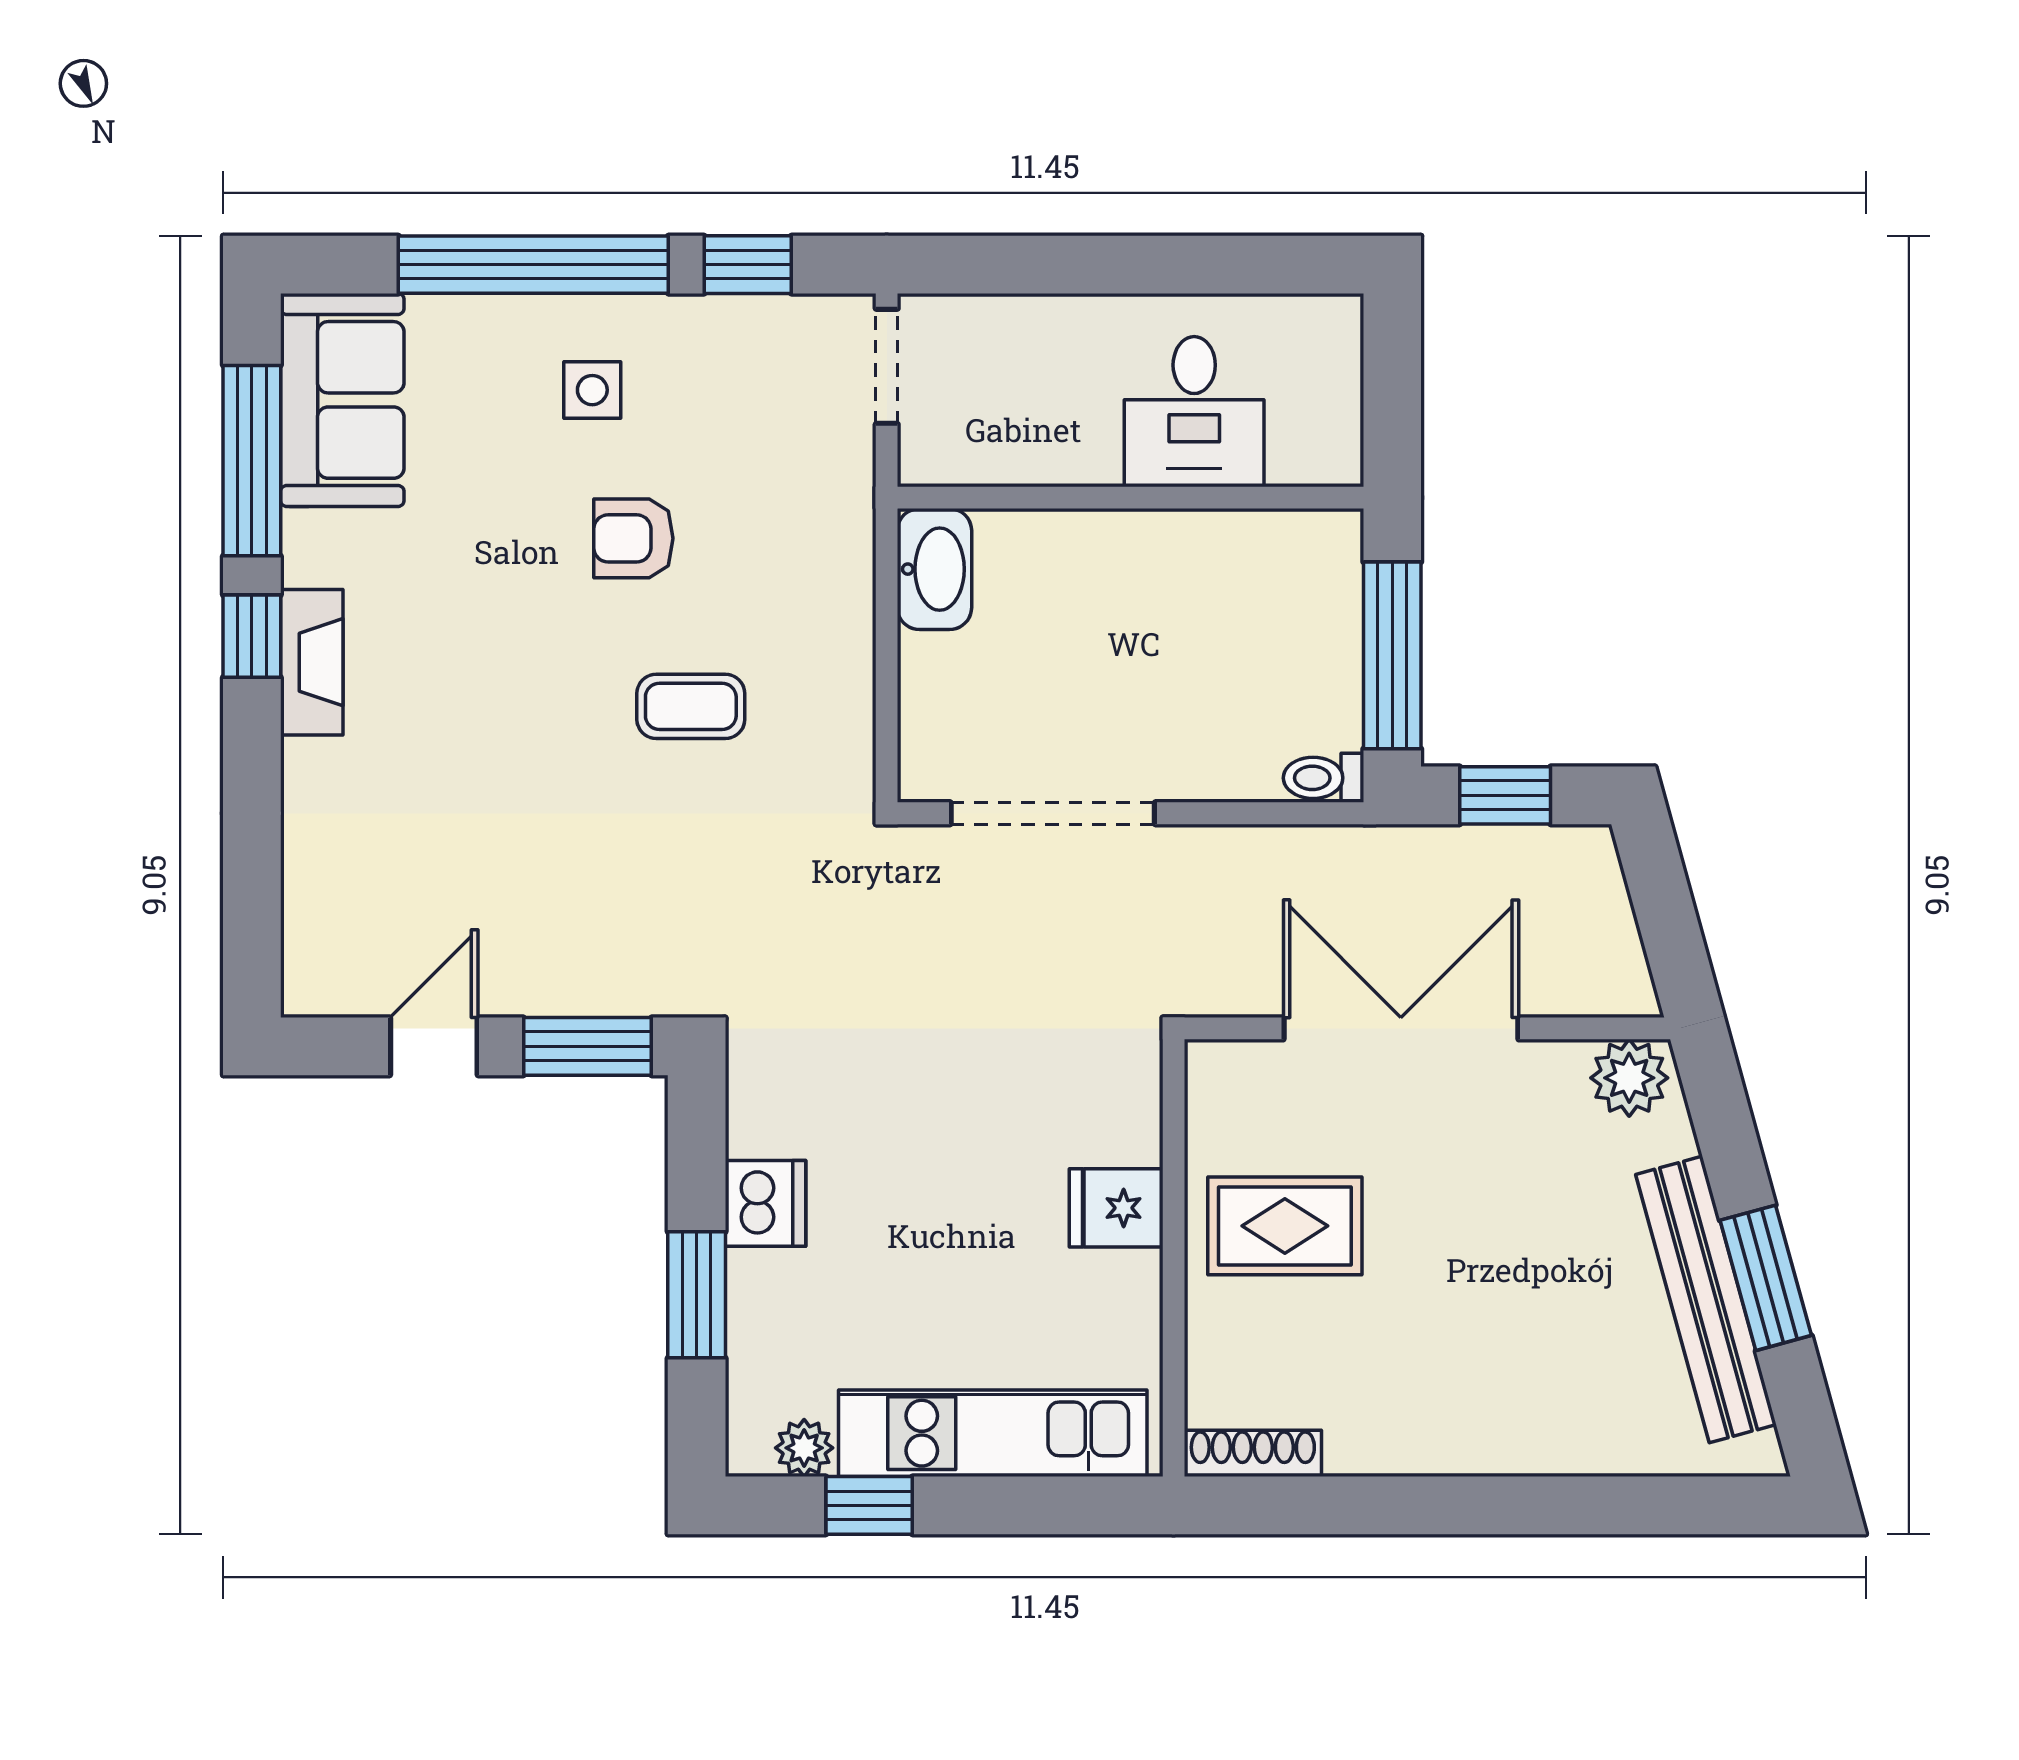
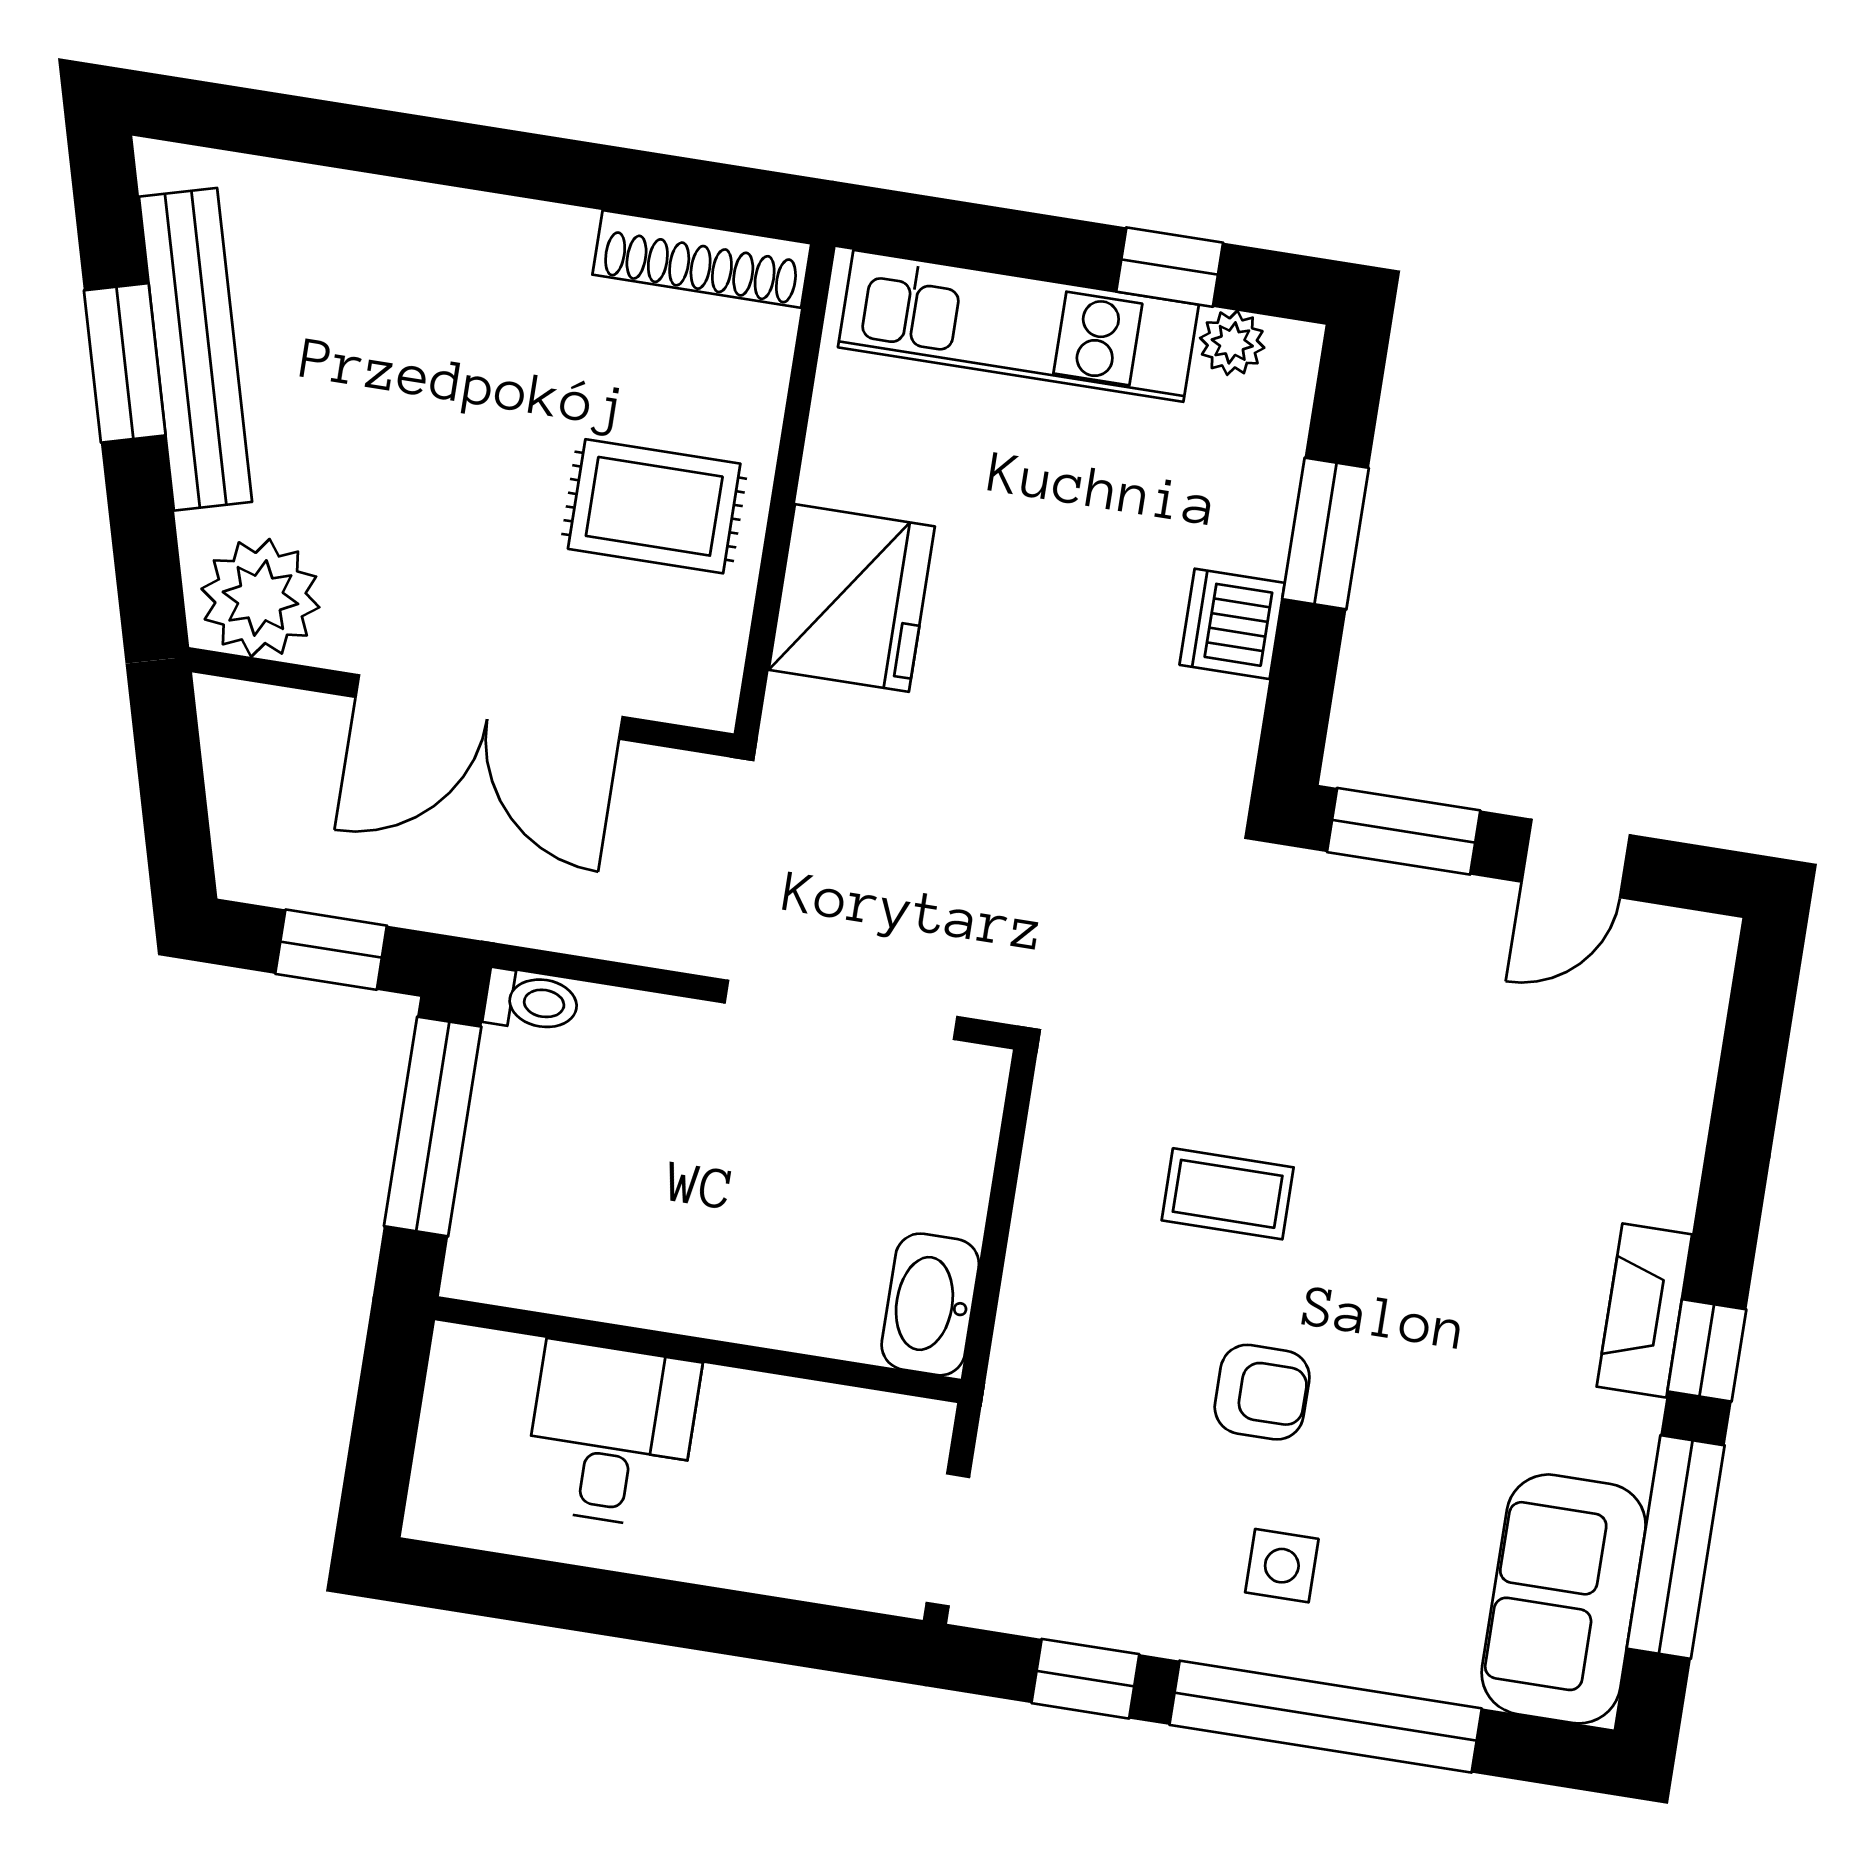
plant: (1629, 1078) -> (260, 598), width x1.36, depth x1.36
fridge: (1116, 1208) -> (852, 598), width x1.88, depth x1.34
shoe rack: (1253, 1453) -> (702, 259), width x1.36, depth x1.24

